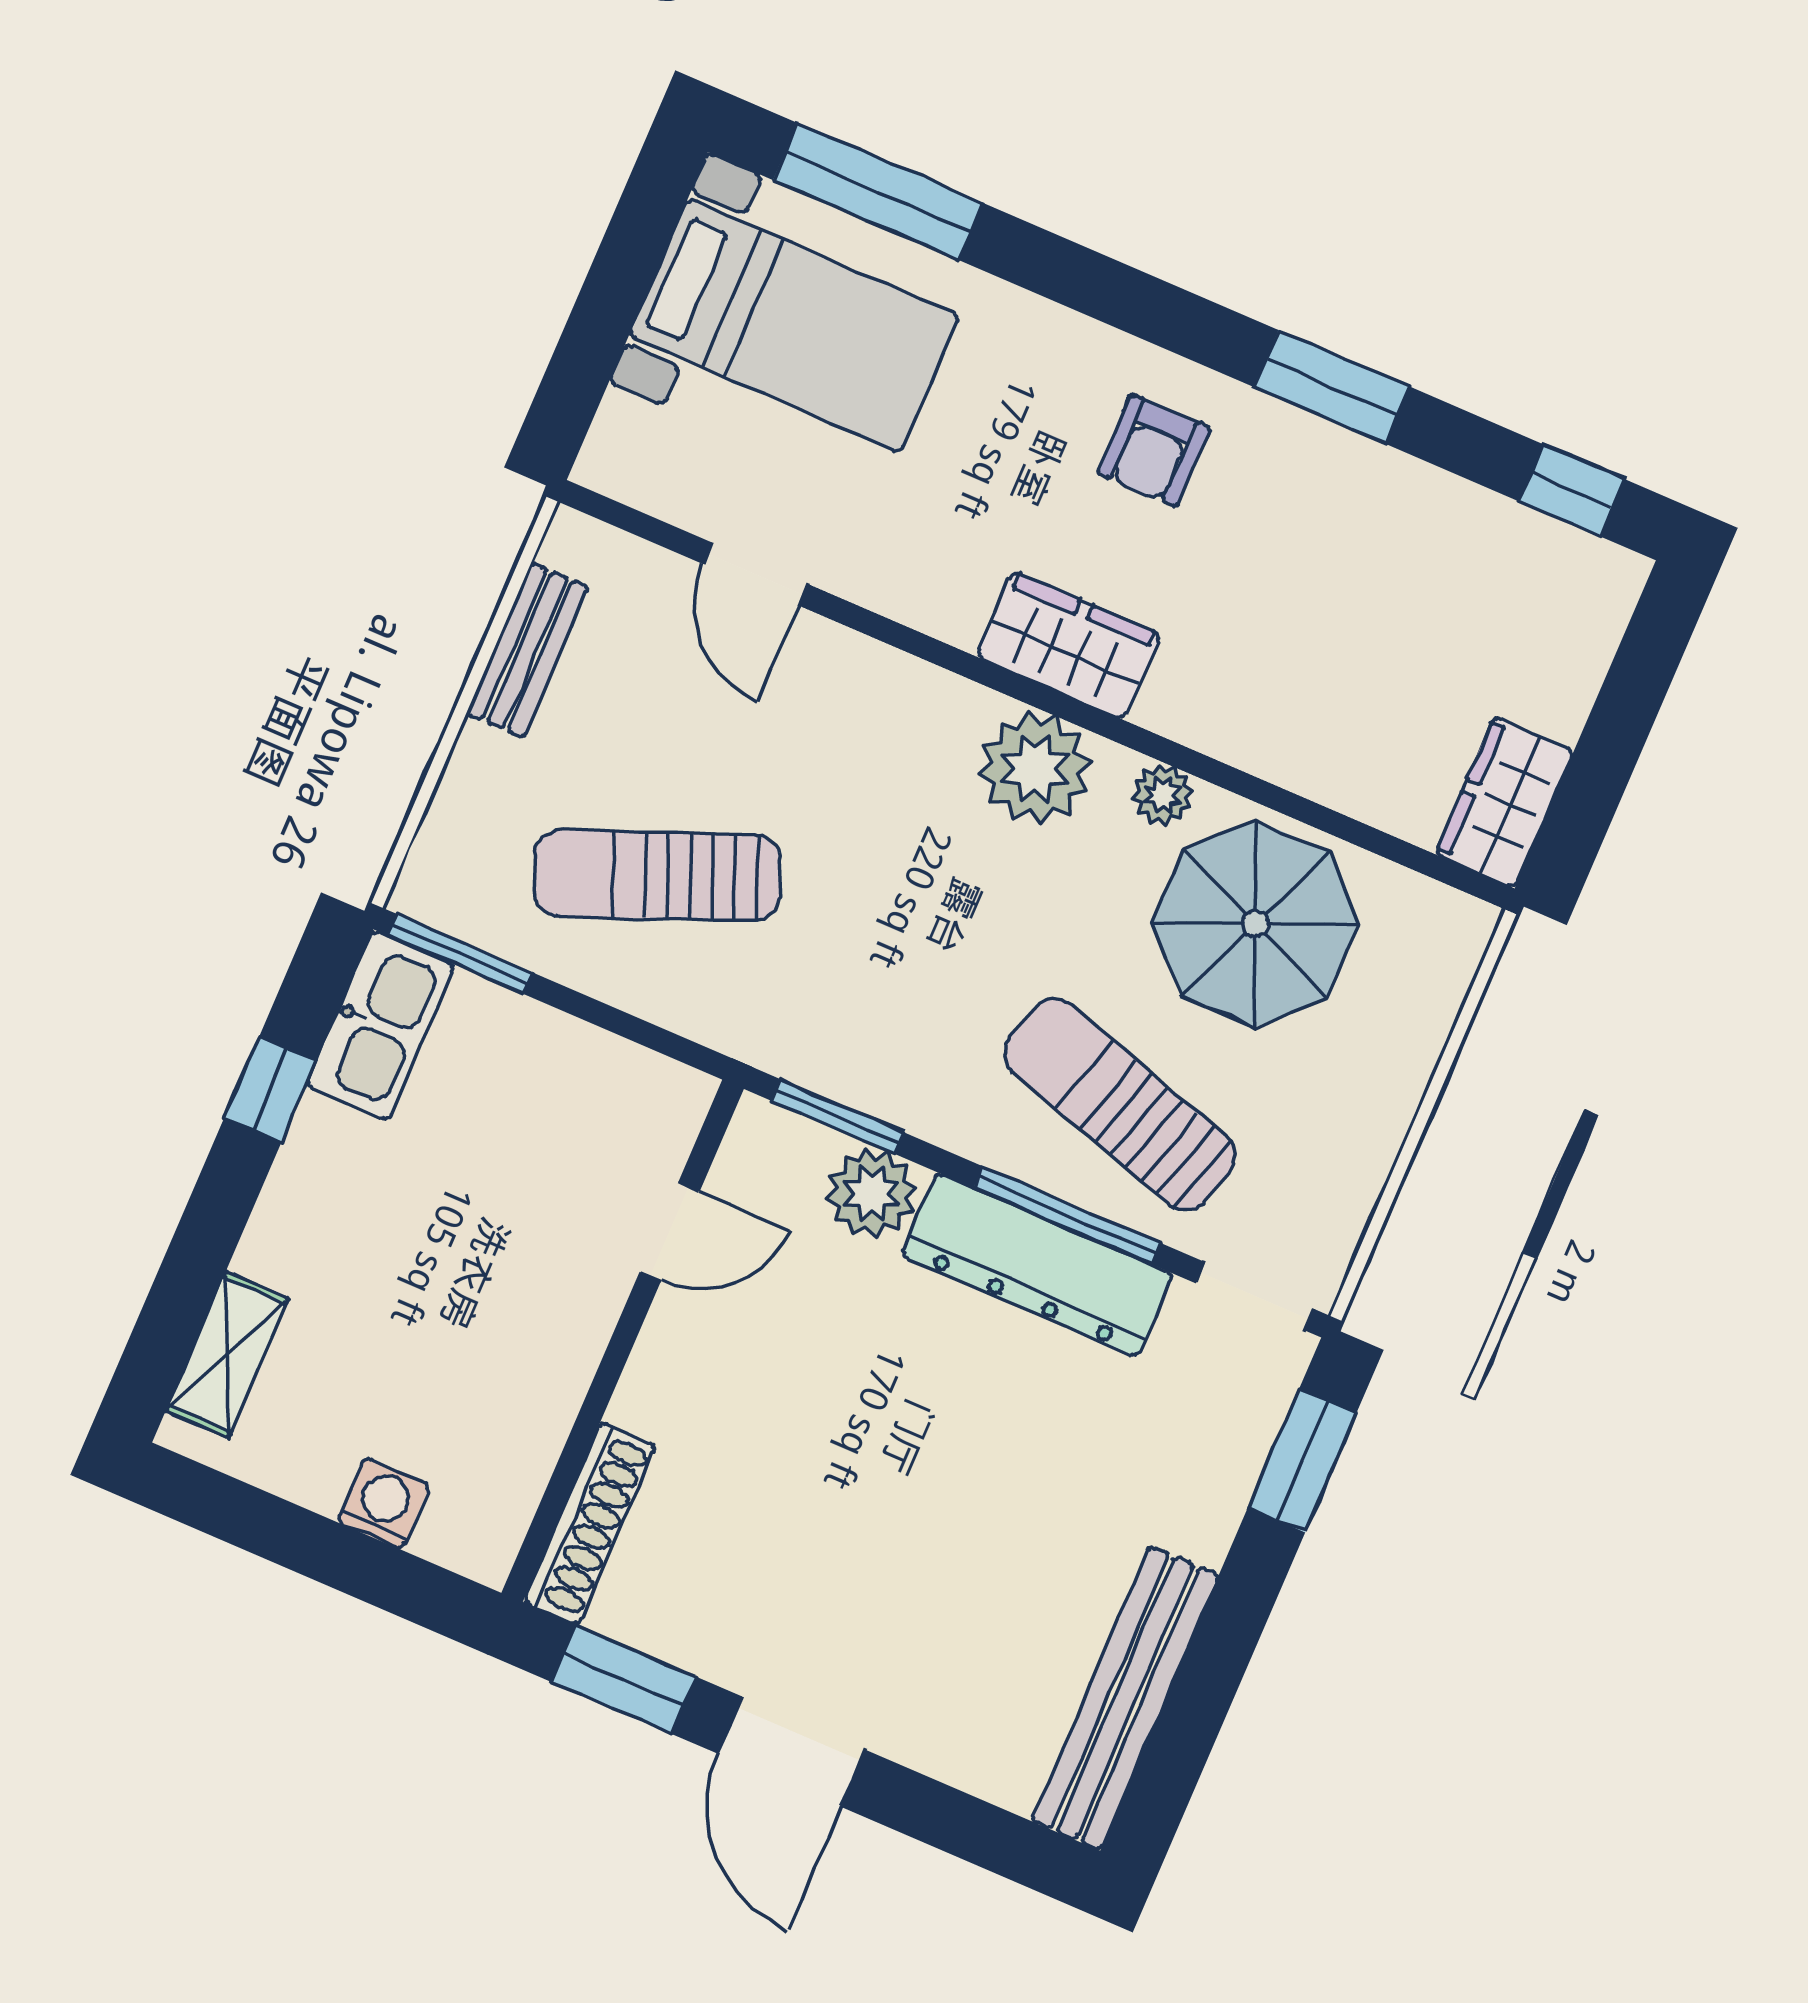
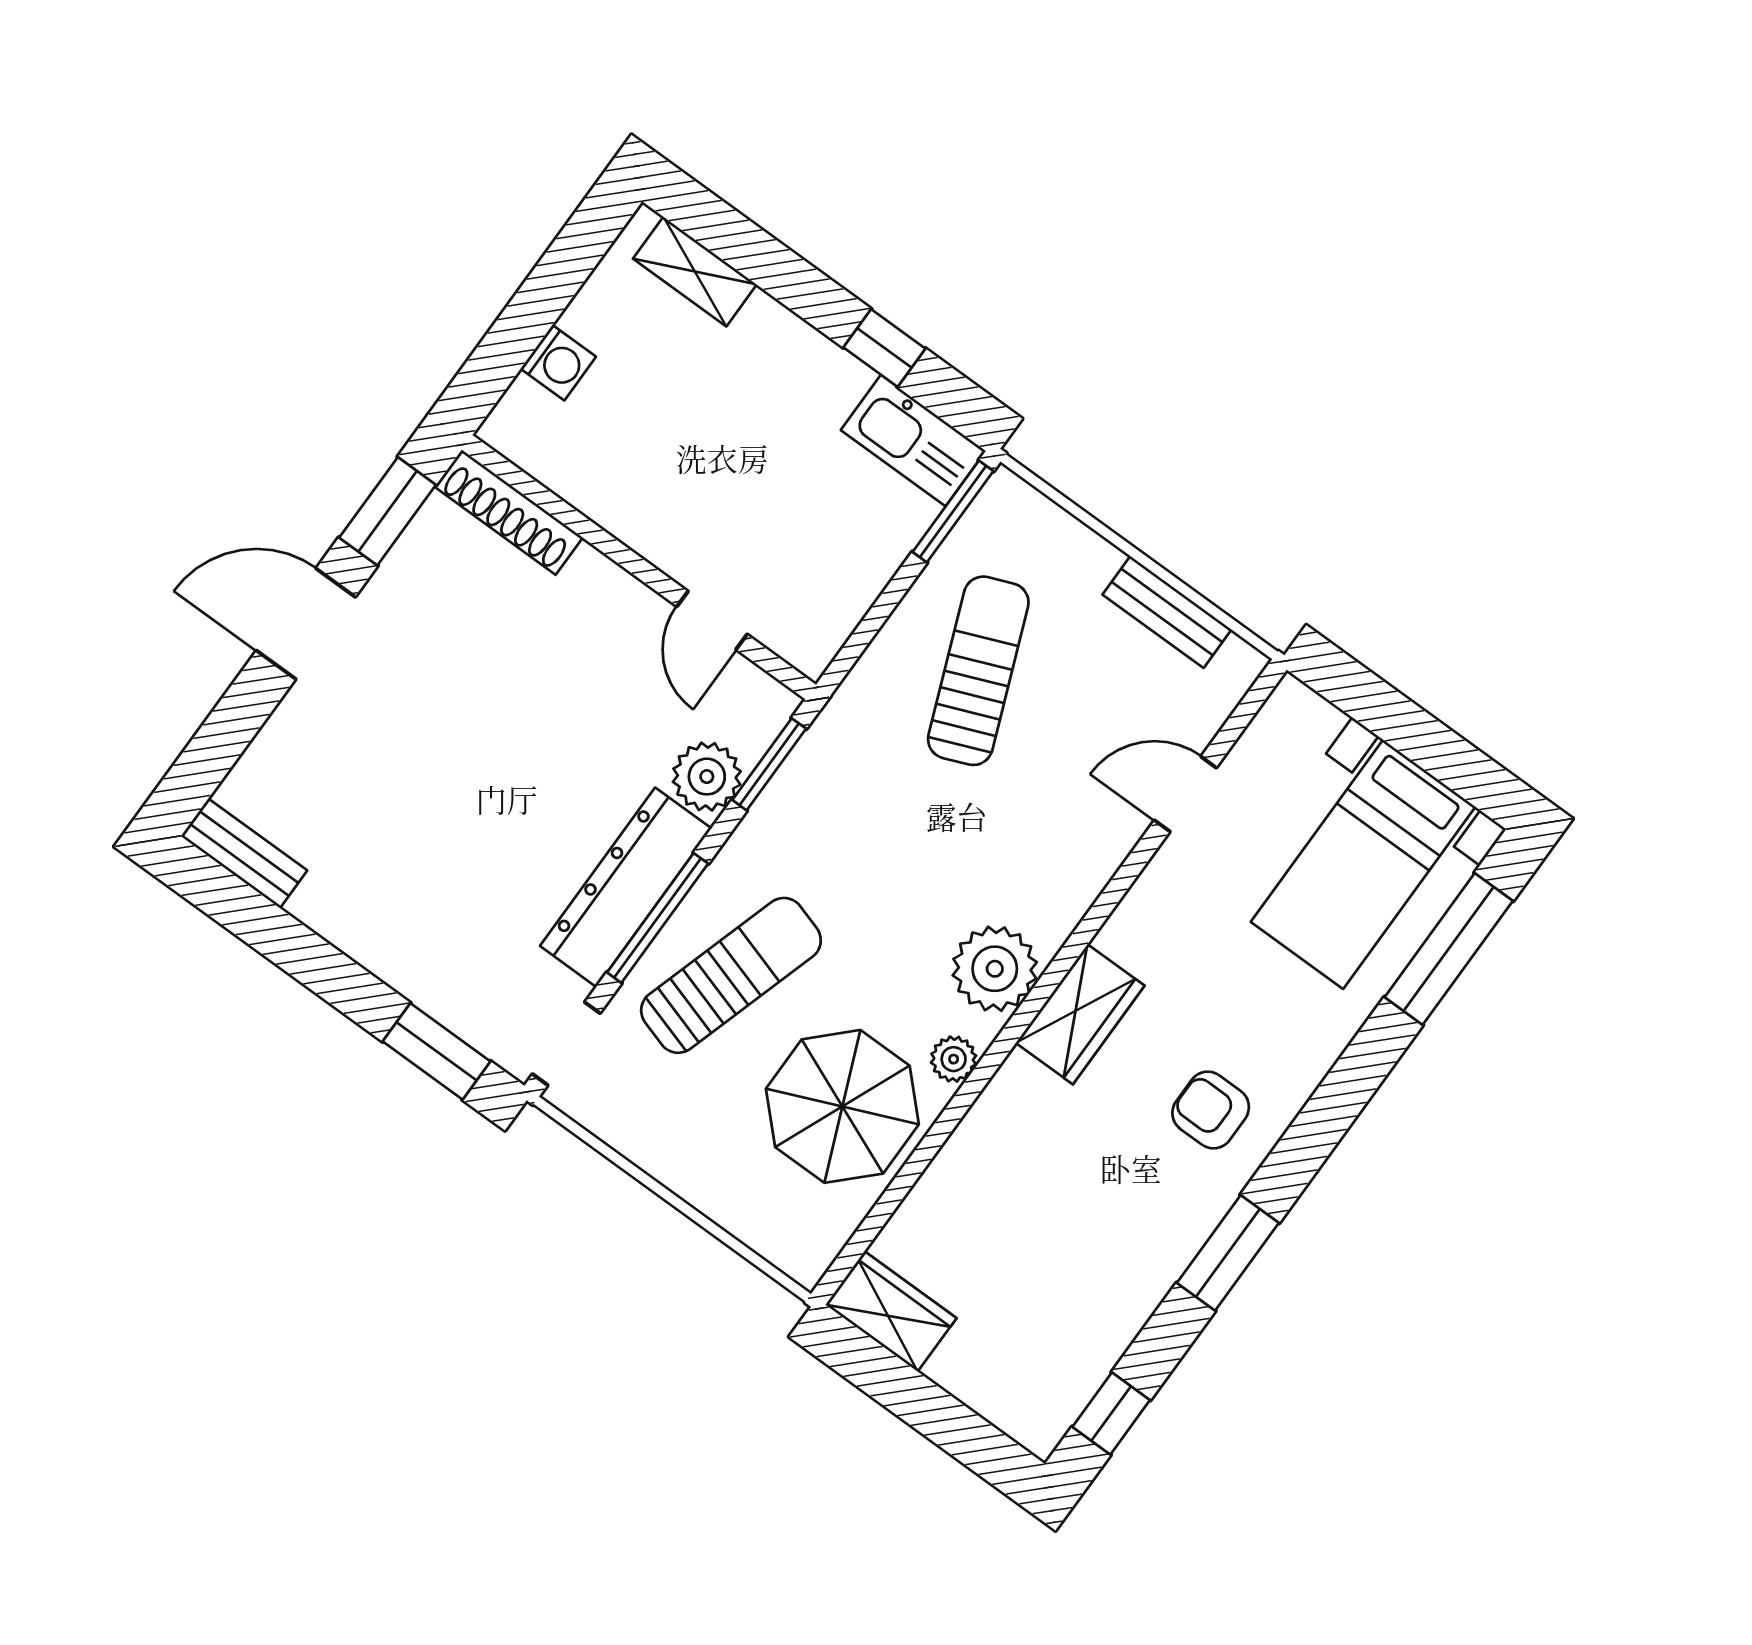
bench: (1125, 1698) -> (244, 853), width x0.54, depth x0.82

